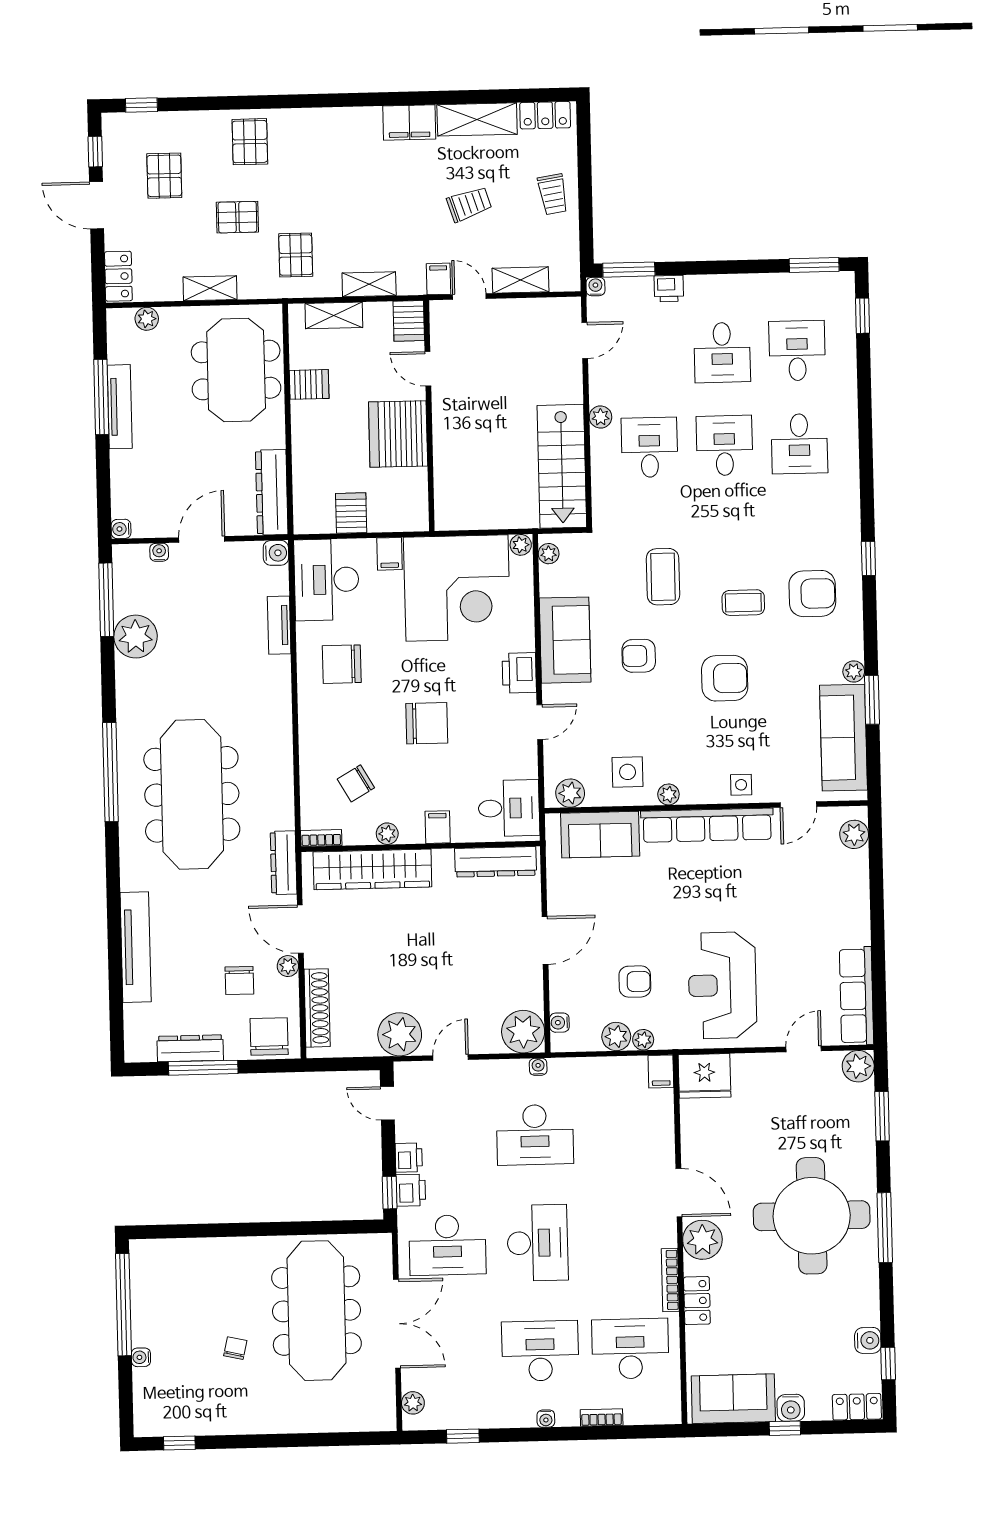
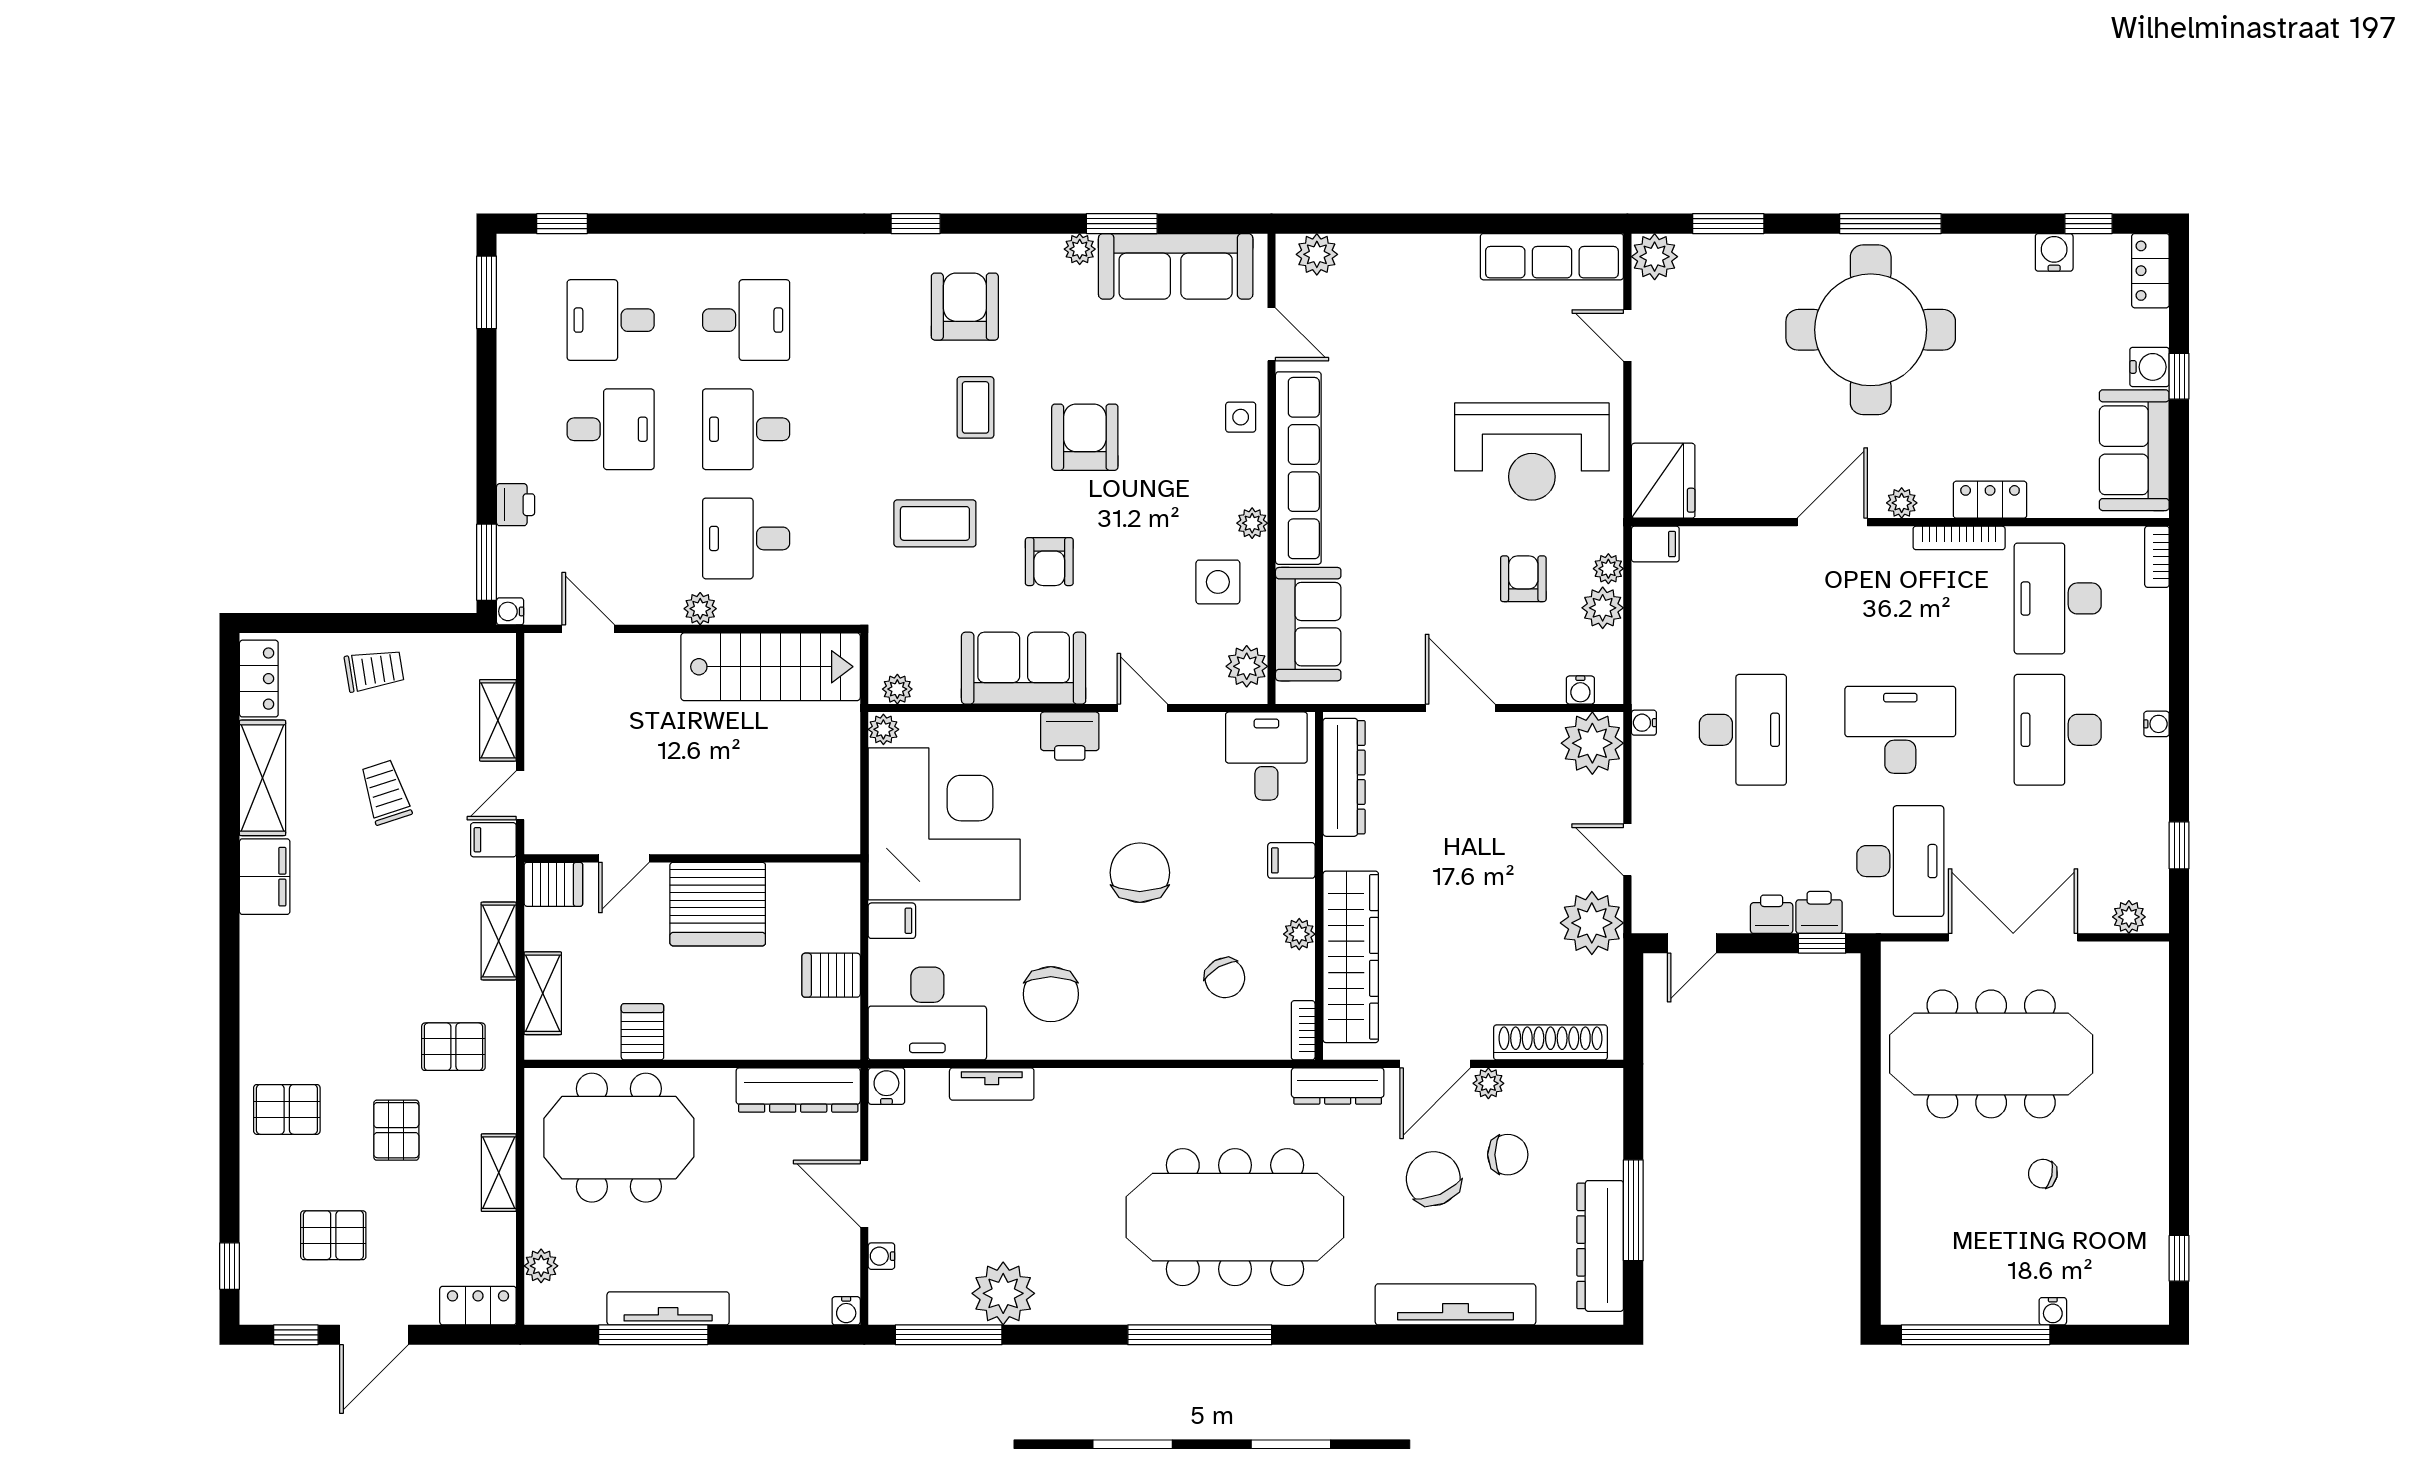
chair: (269, 1036) -> (1433, 1179), moved, turned 67
dresser: (190, 1048) -> (1600, 1246), width x1.37, depth x1.24
plant: (702, 1240) -> (1902, 503), width x0.53, depth x0.53
bookcase: (602, 1418) -> (2157, 557), moved

